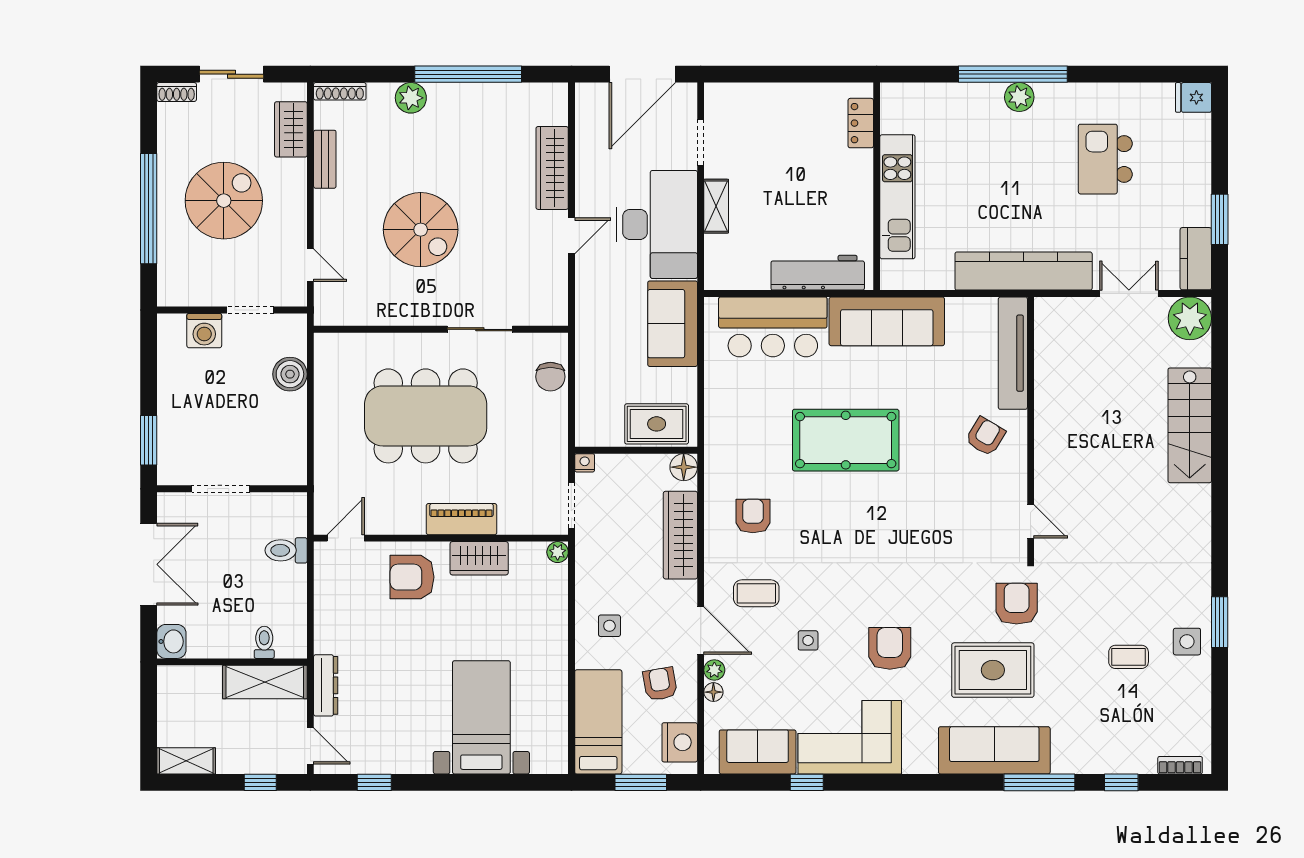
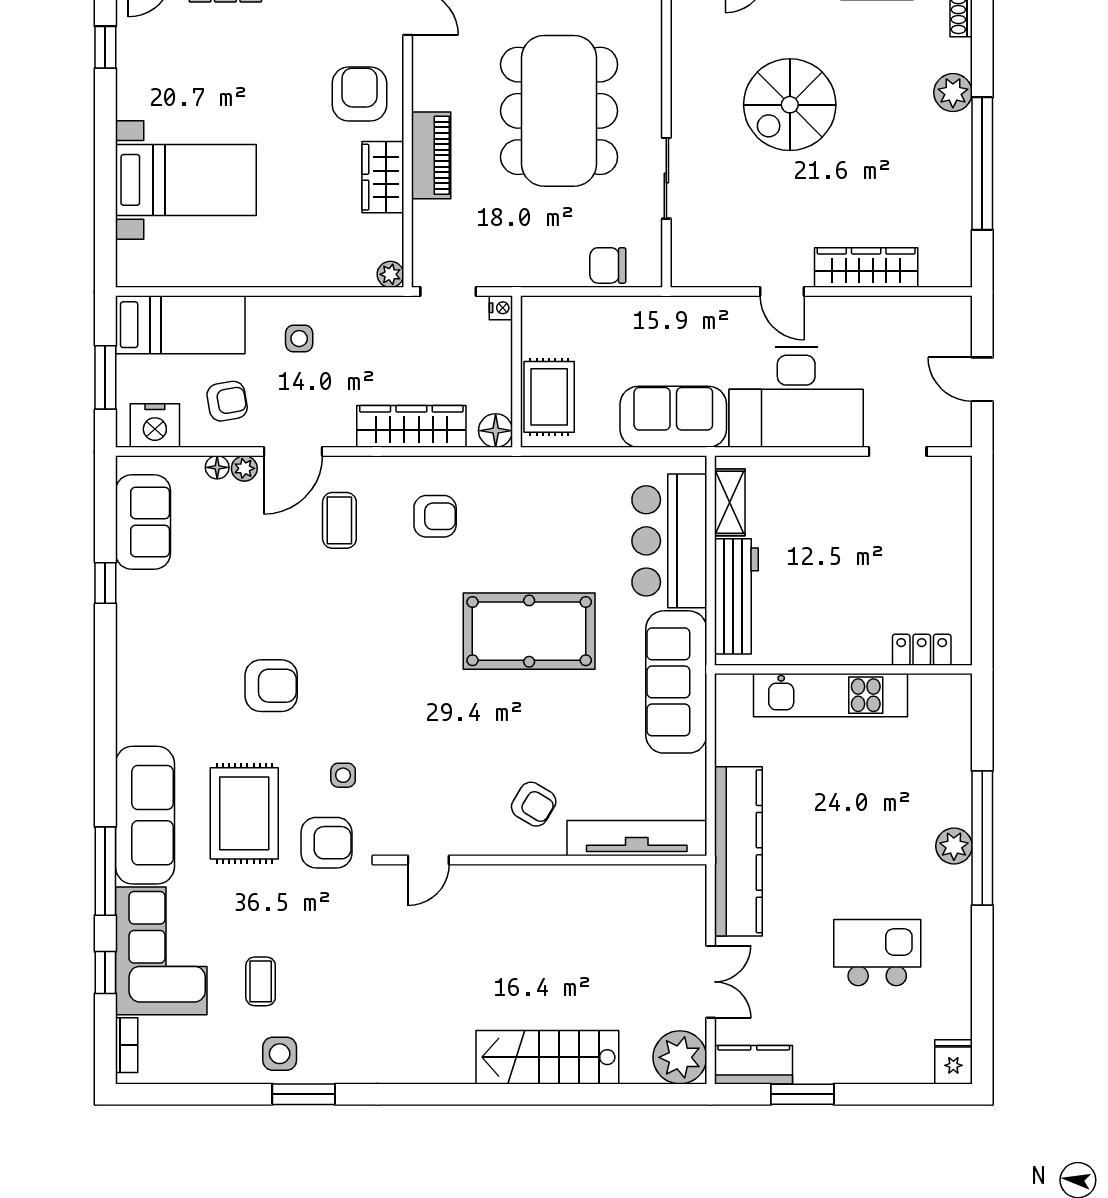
door: (642, 74) -> (982, 379), width x0.53
shelving: (716, 206) -> (730, 502), moved, turned 90
pool table: (846, 440) -> (529, 631), turned 90
side table: (808, 640) -> (343, 775), moved
corner sofa: (850, 737) -> (161, 951), moved

